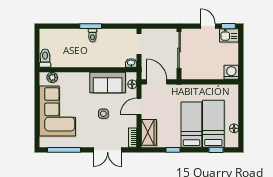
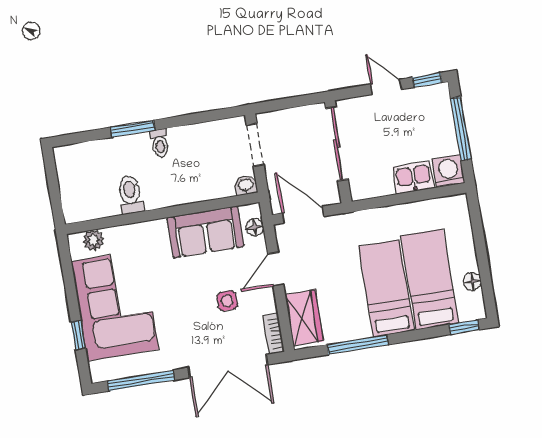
window: (91, 26) -> (133, 129), moved
kitchen sink: (229, 35) -> (413, 177), moved, turned 180
window: (241, 53) -> (461, 129), added
toilet: (45, 58) -> (130, 195), moved
side table: (103, 114) -> (227, 301), moved
window: (37, 123) -> (78, 335), added
double door: (108, 150) -> (228, 366), width x1.37
window: (173, 150) -> (358, 345), width x2.17
window: (216, 150) -> (464, 327), moved

